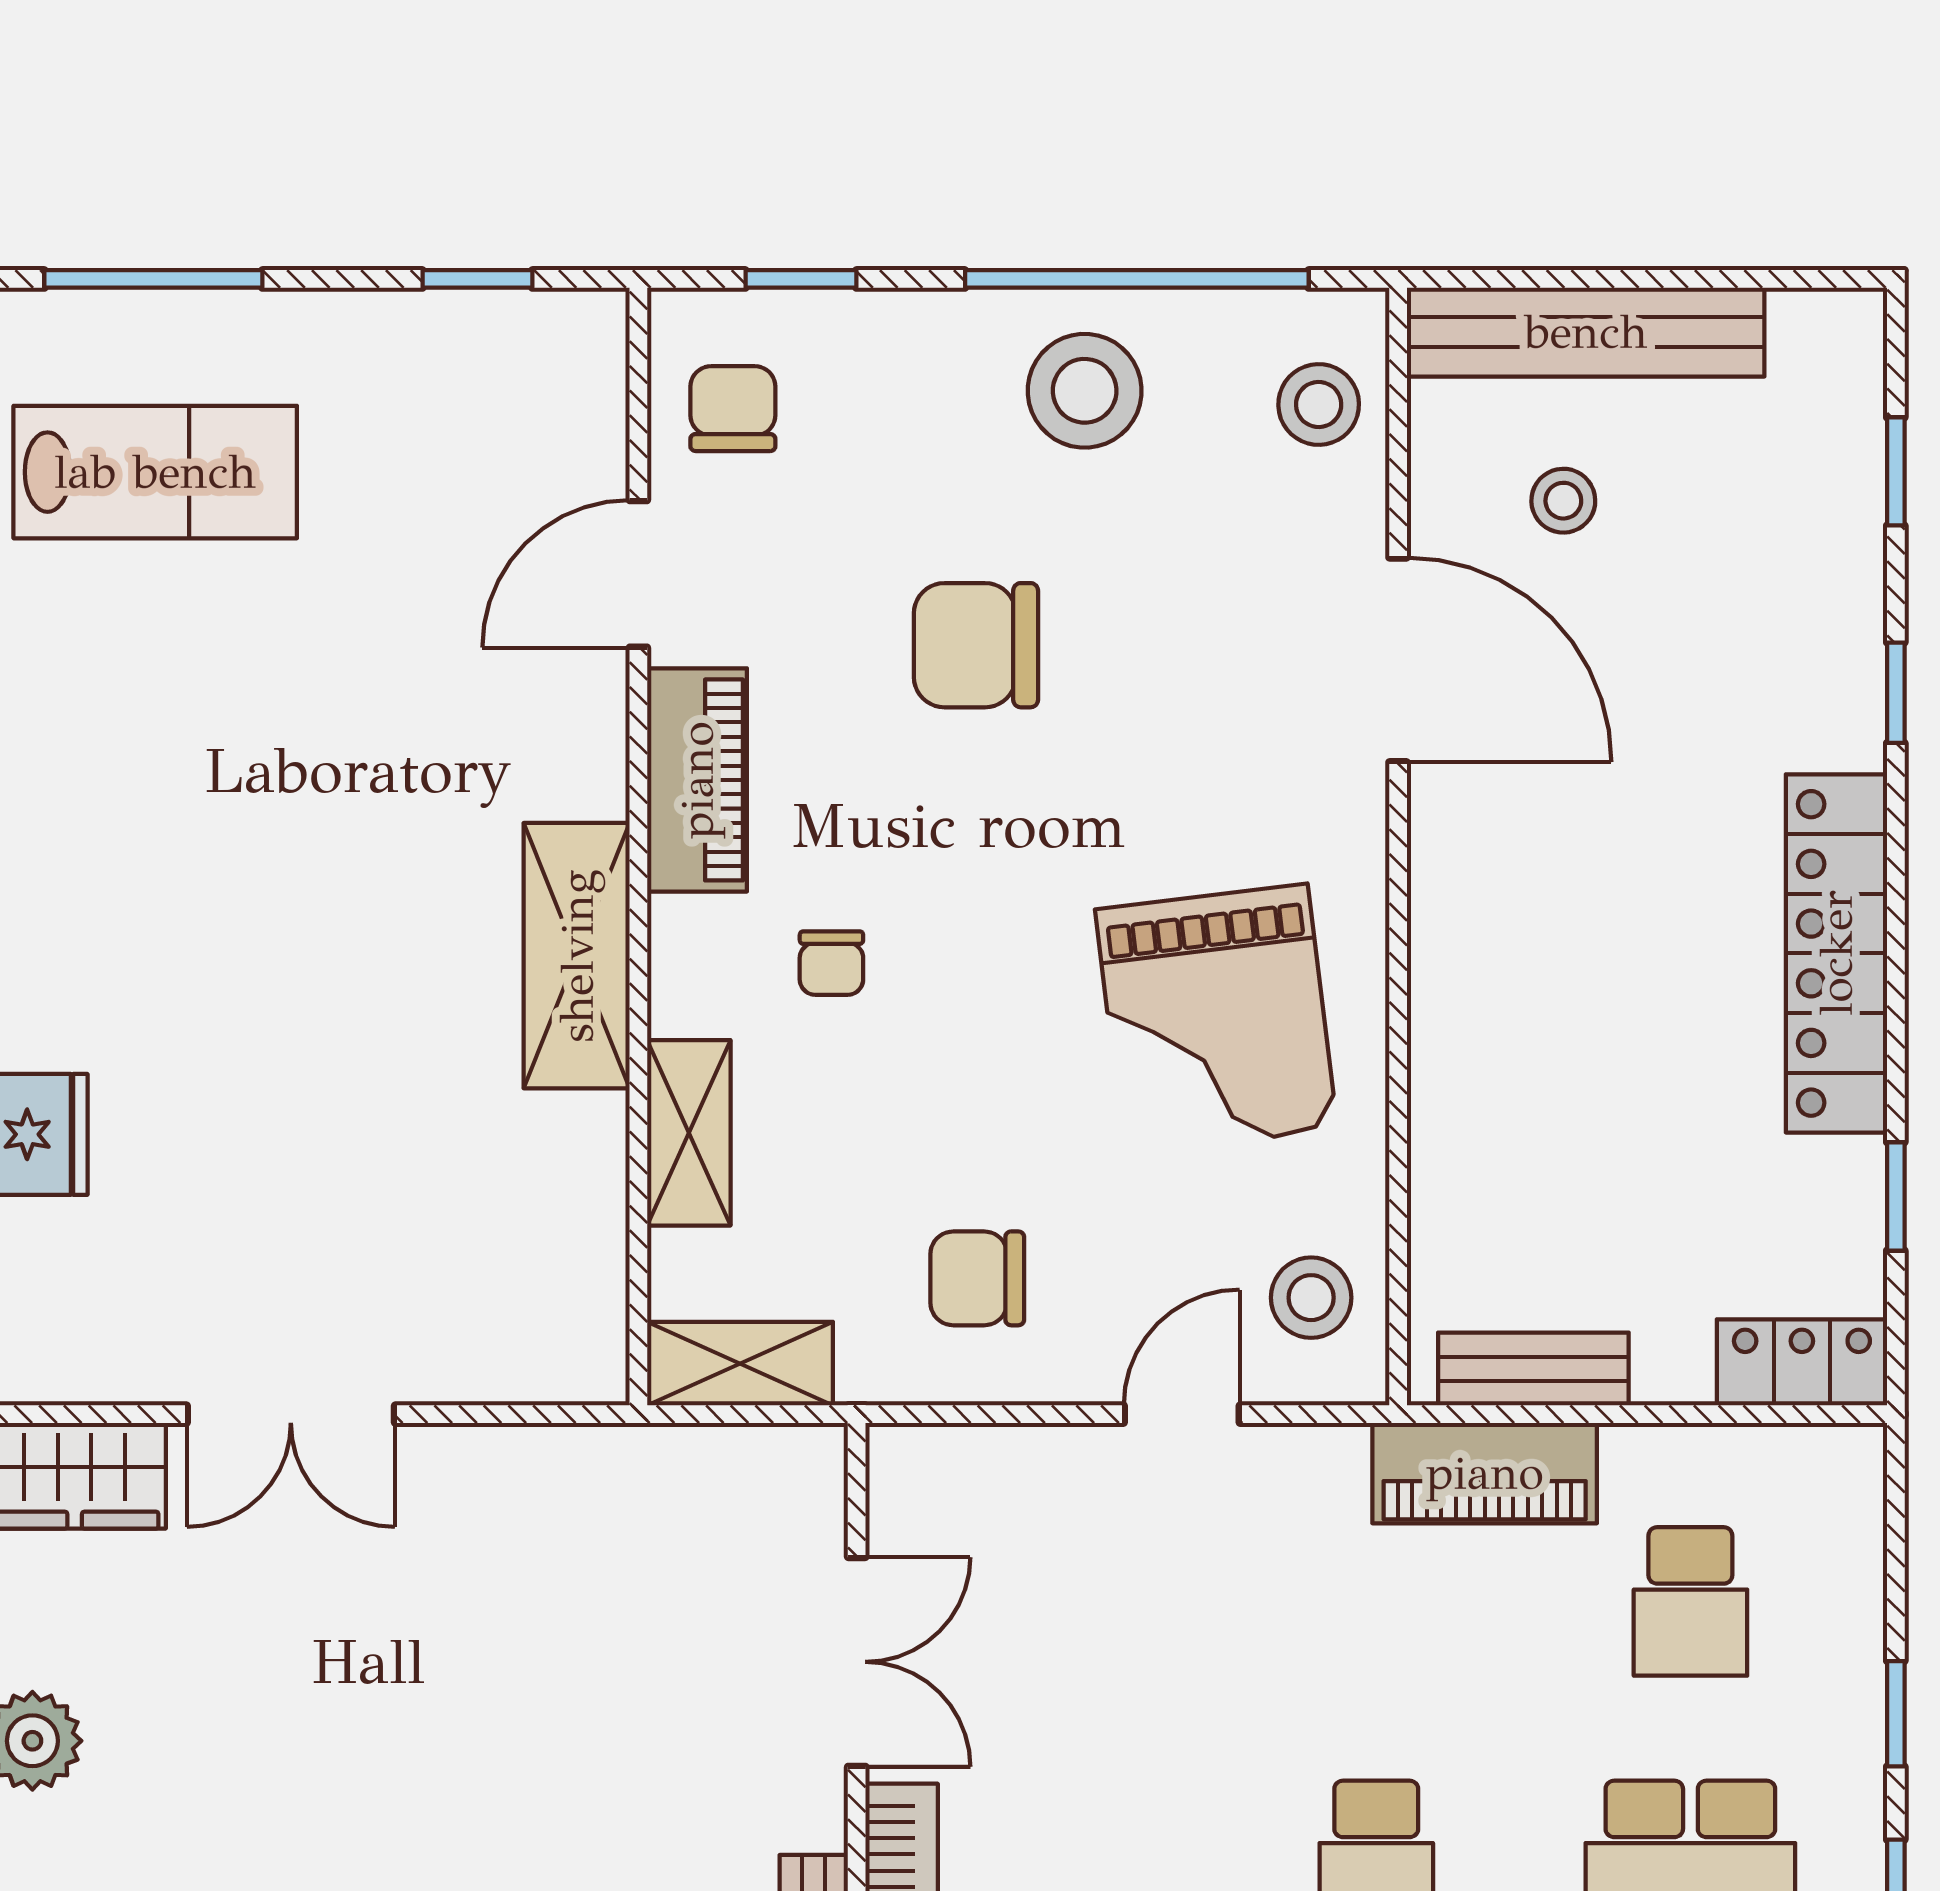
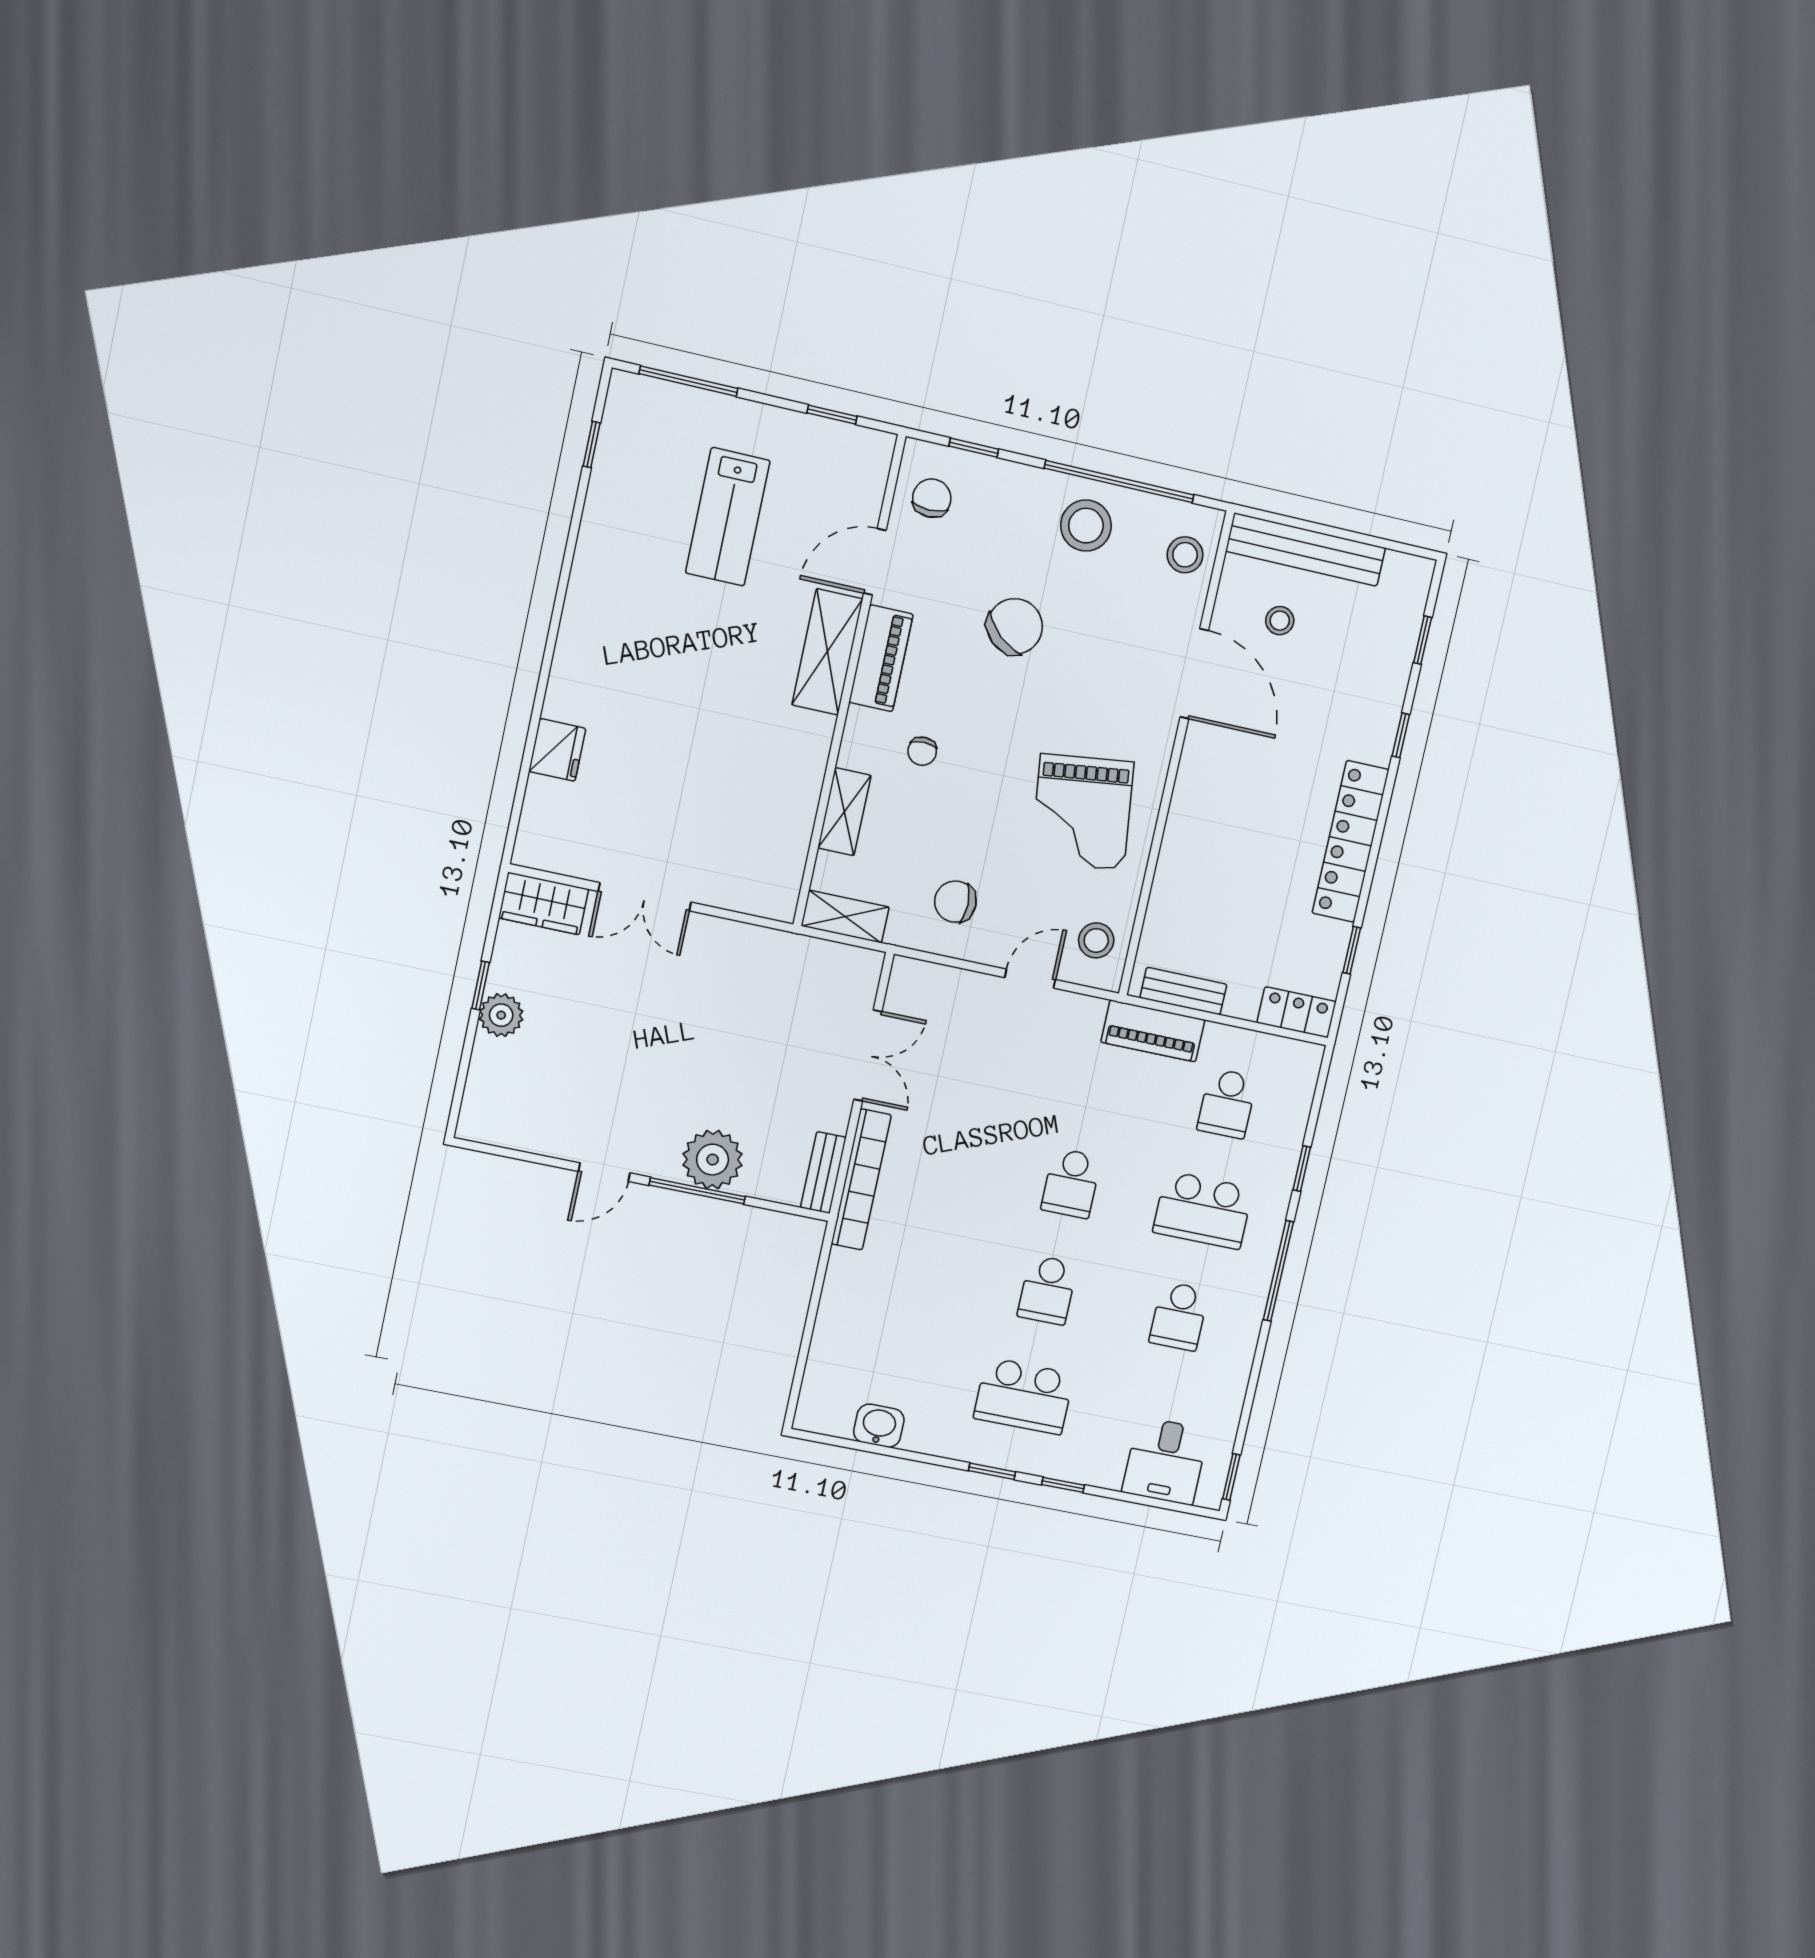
lab bench: (155, 472) -> (728, 517), moved, turned 90
chair: (976, 645) -> (1015, 626), turned 131
shelving: (577, 956) -> (827, 652), moved

